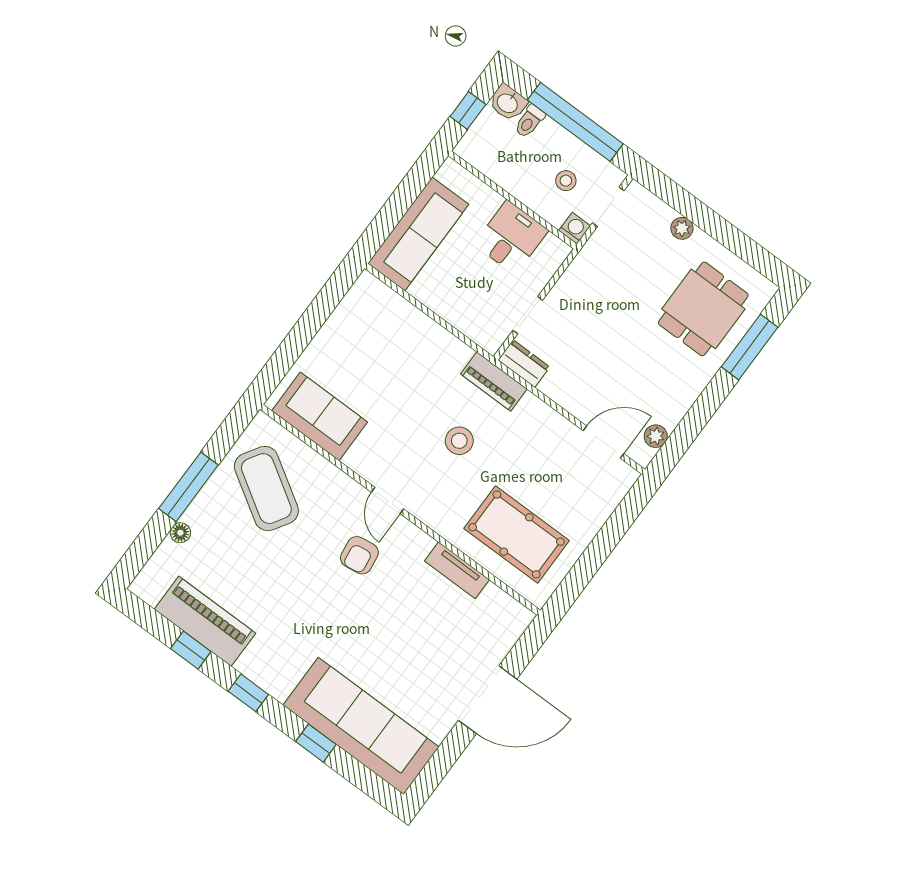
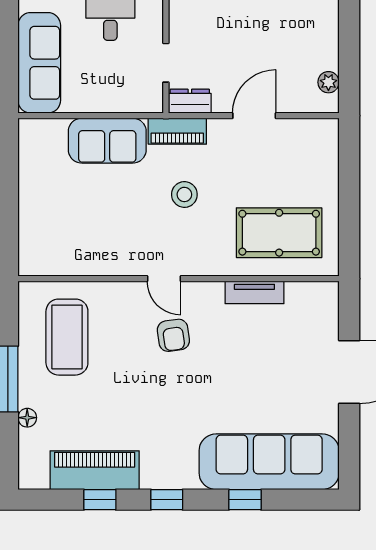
sofa: (320, 416) -> (107, 141), moved, turned 180
door: (604, 442) -> (254, 116), moved
coffee table: (266, 489) -> (67, 337), turned 58

